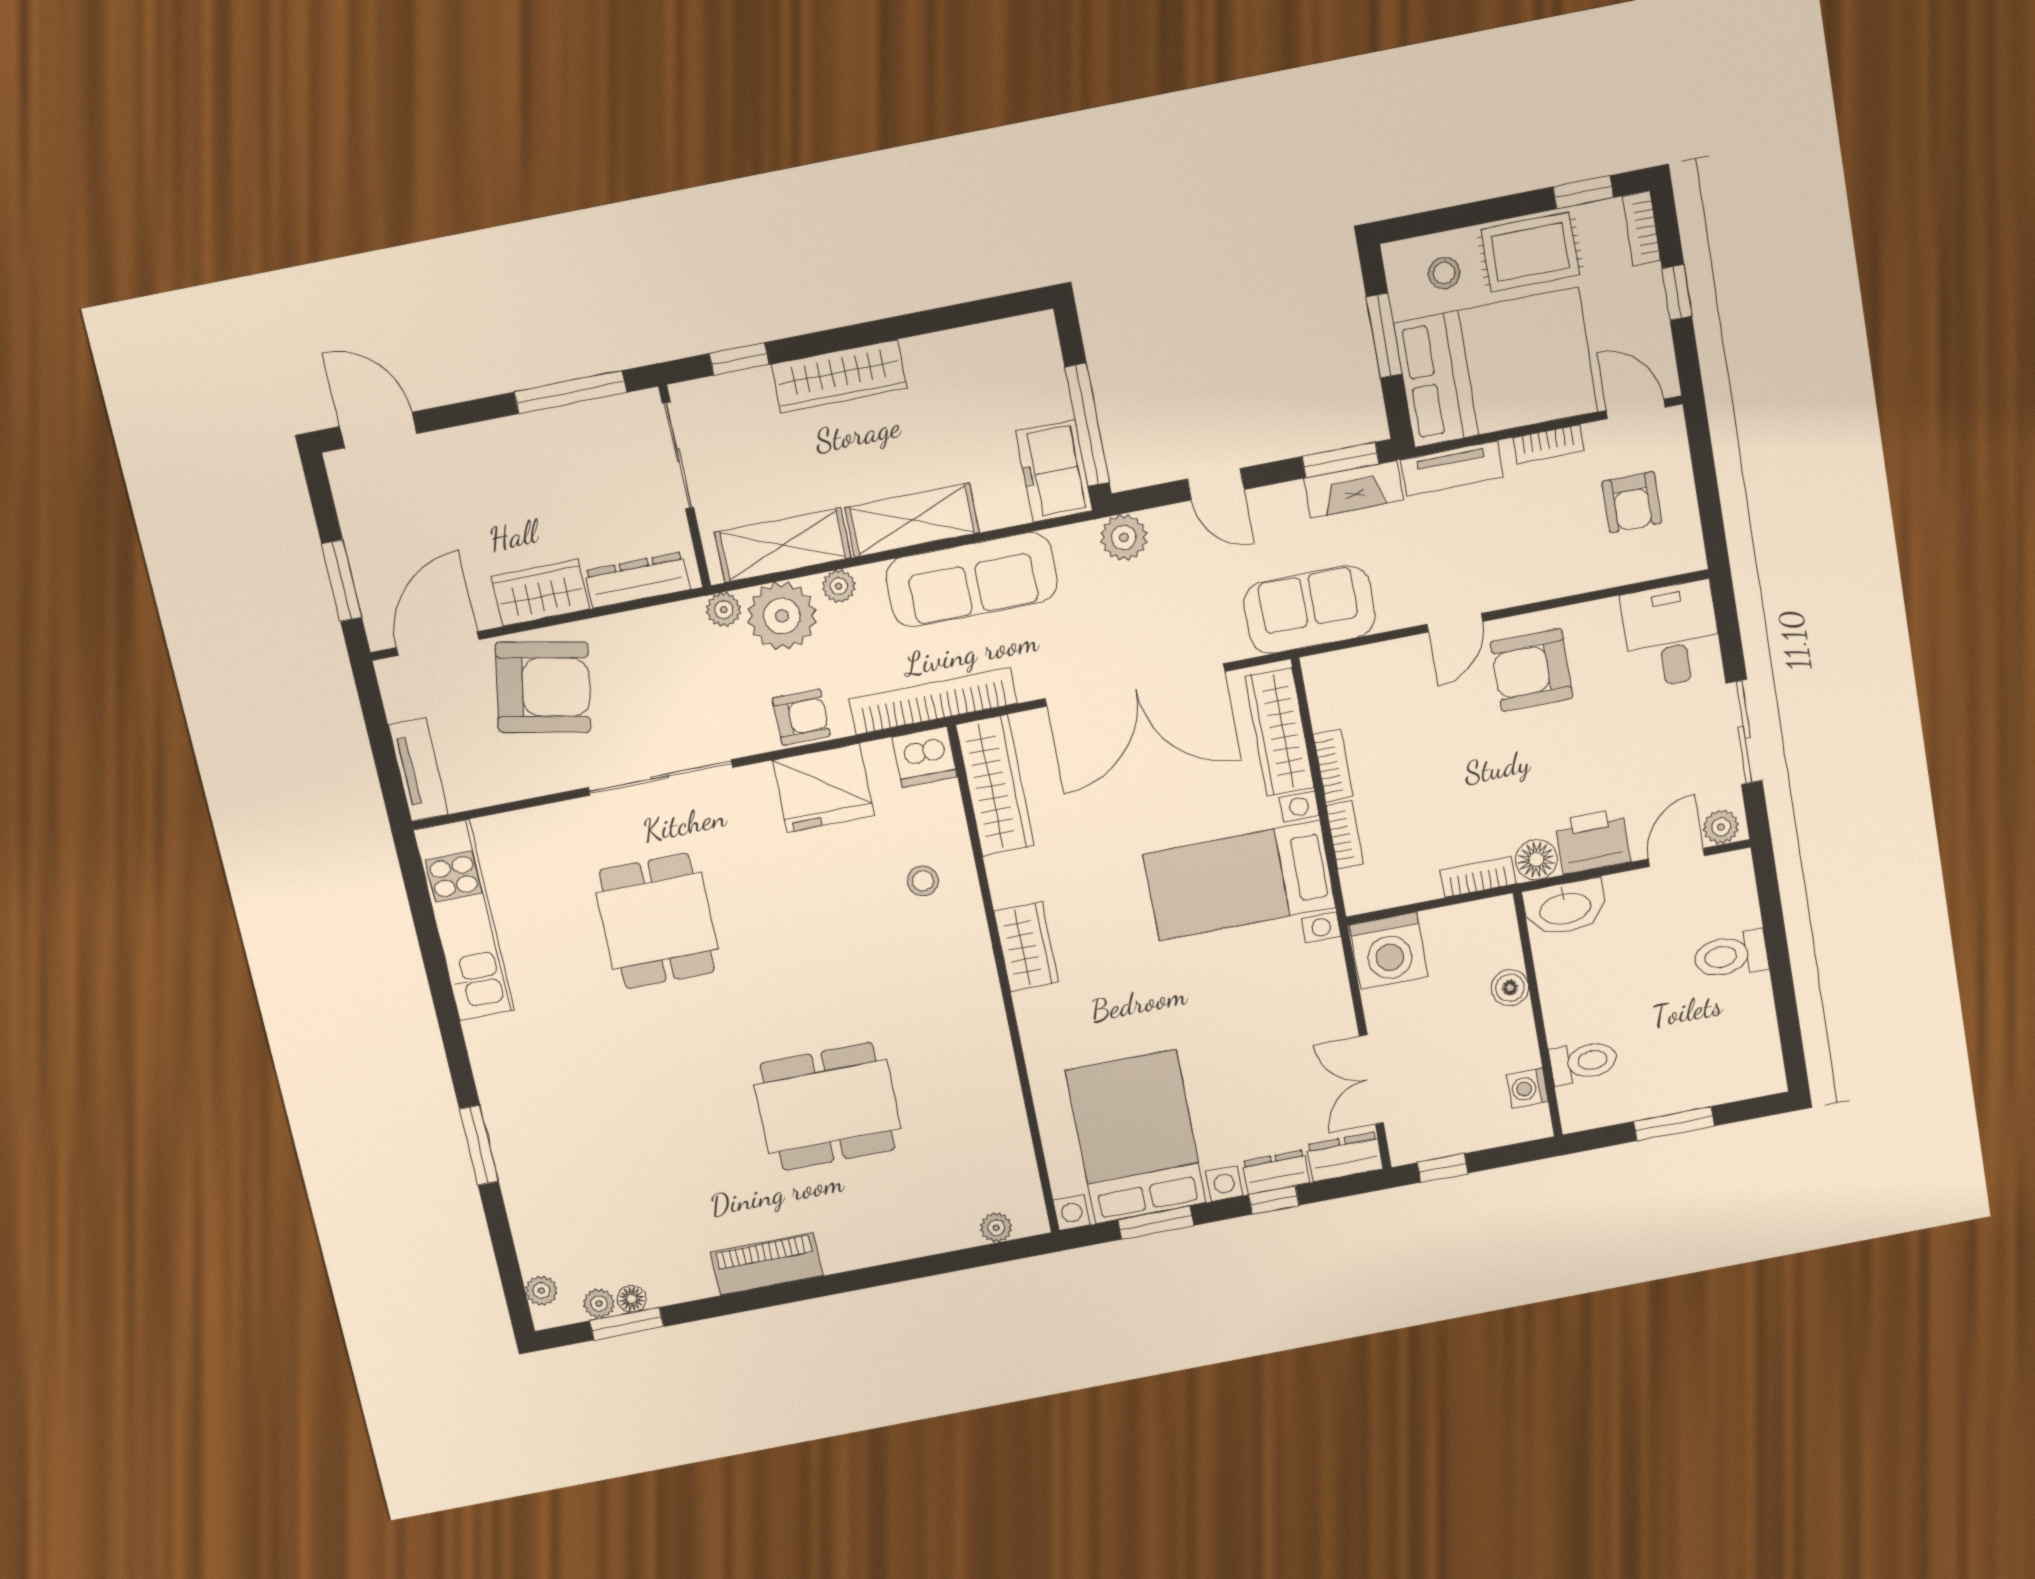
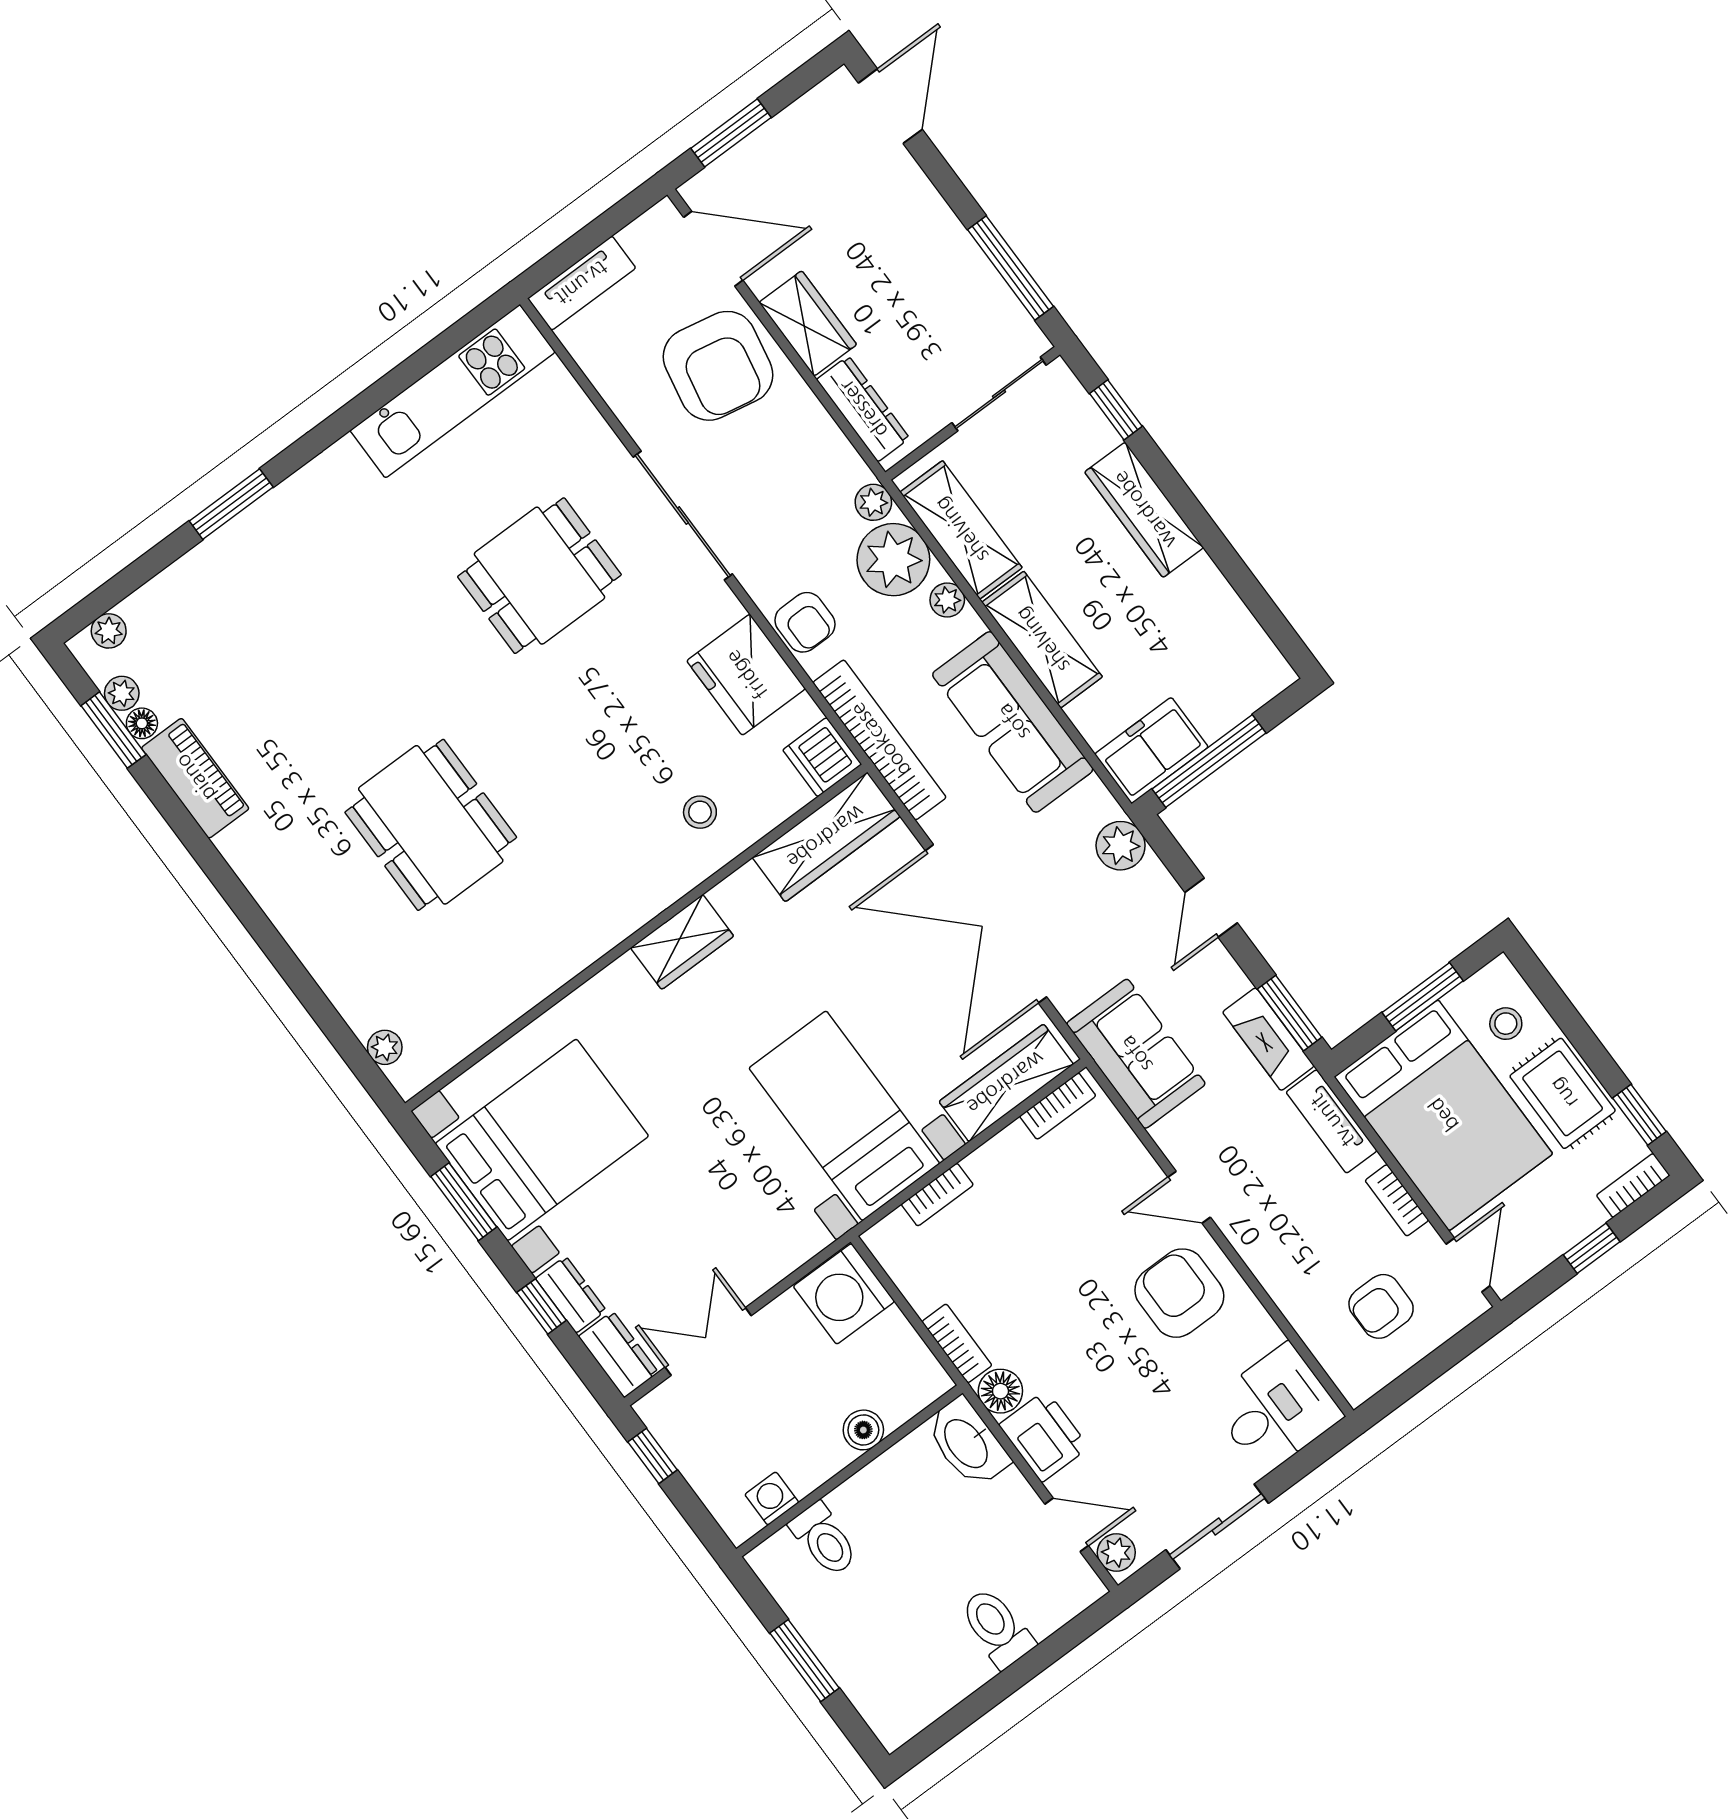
bookcase: (1333, 766) -> (1058, 1106), moved
piano: (767, 1264) -> (195, 778), moved

